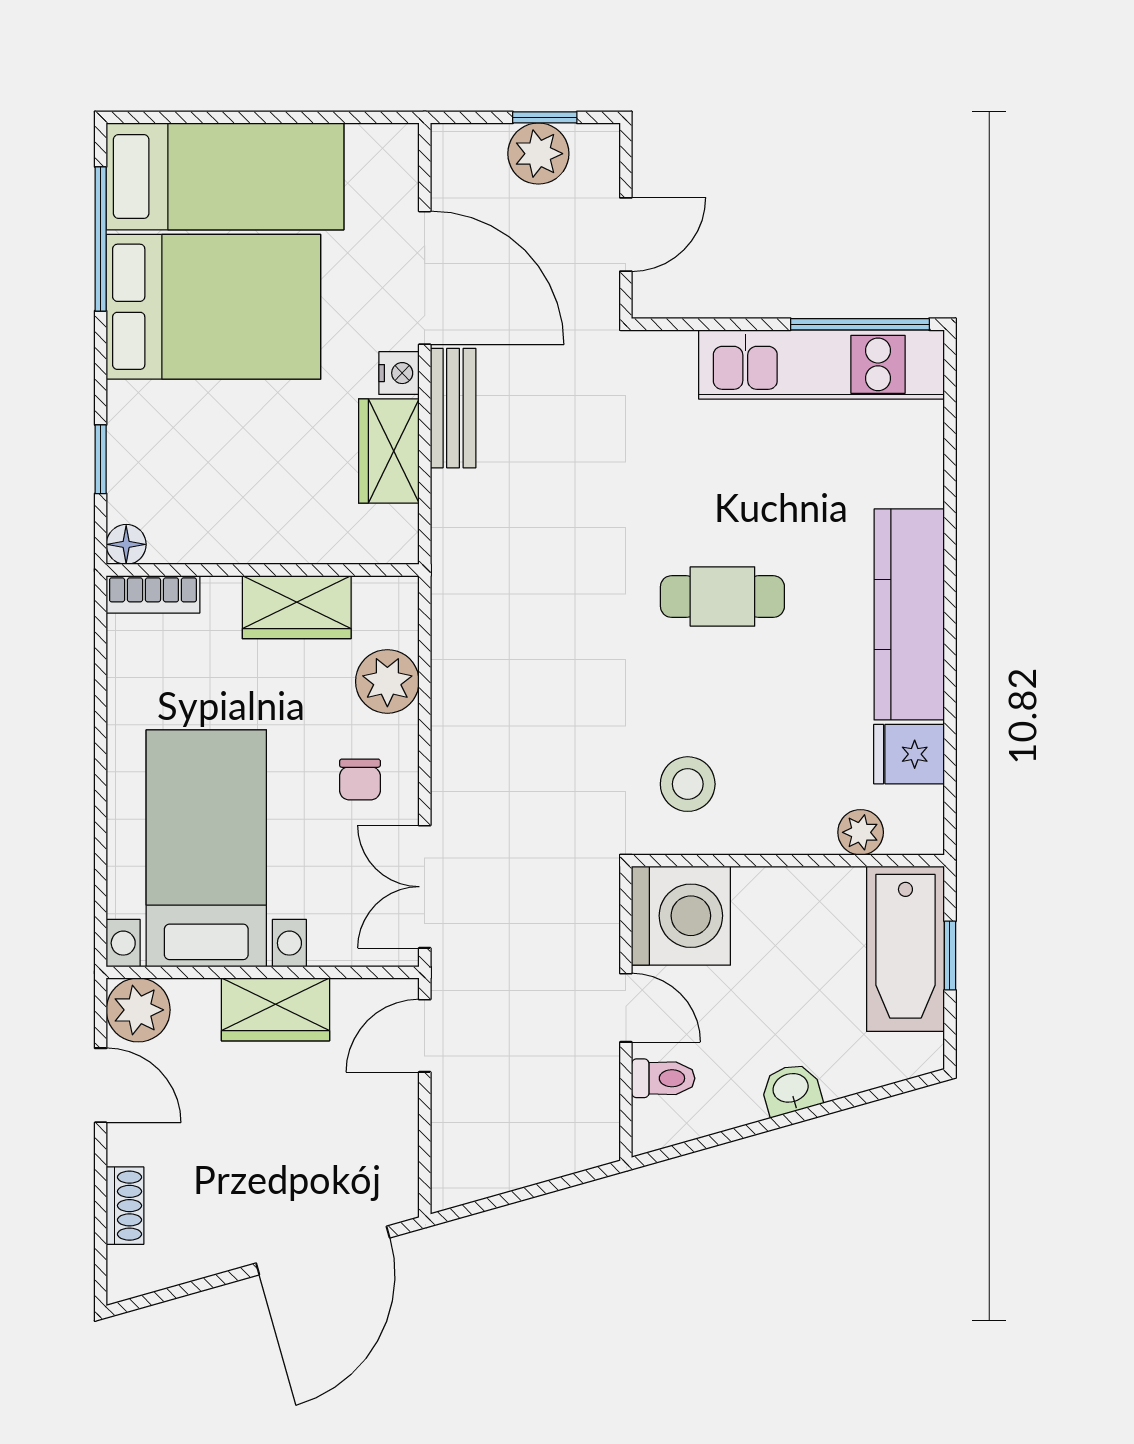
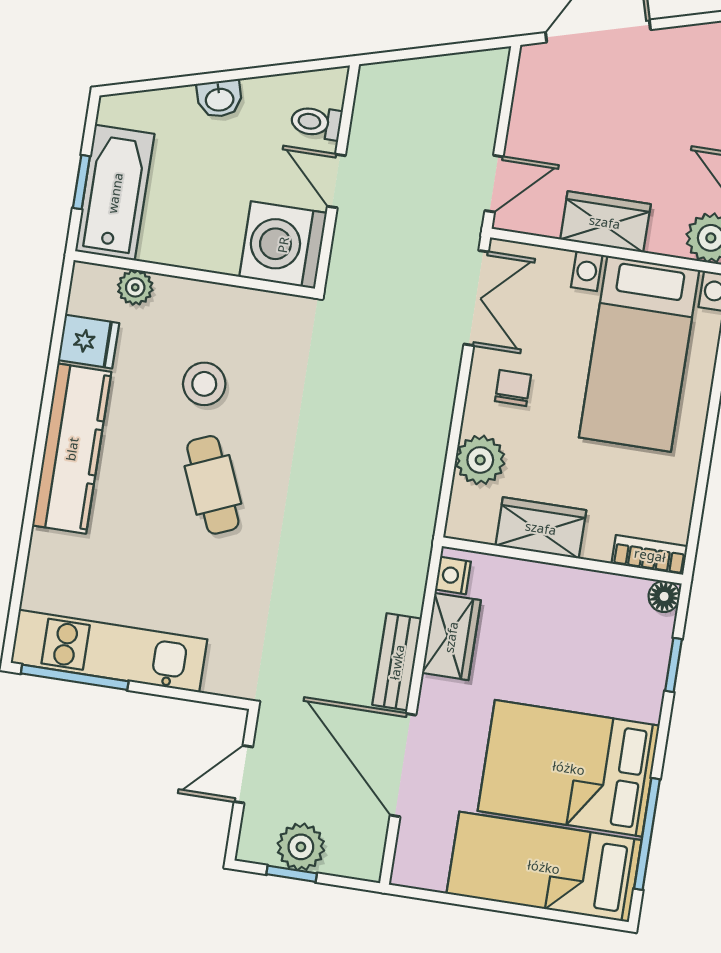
nightstand: (399, 373) -> (453, 576), moved
cafe table: (722, 597) -> (213, 485), turned 67
stool: (688, 784) -> (204, 384), moved

